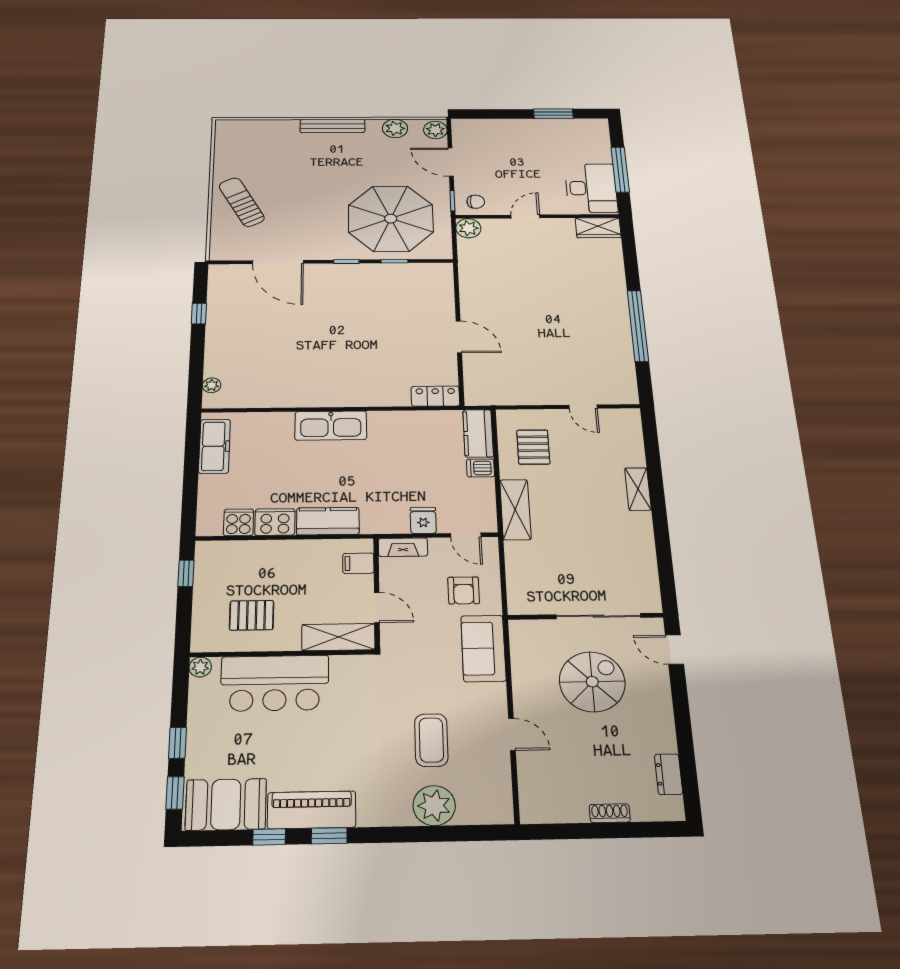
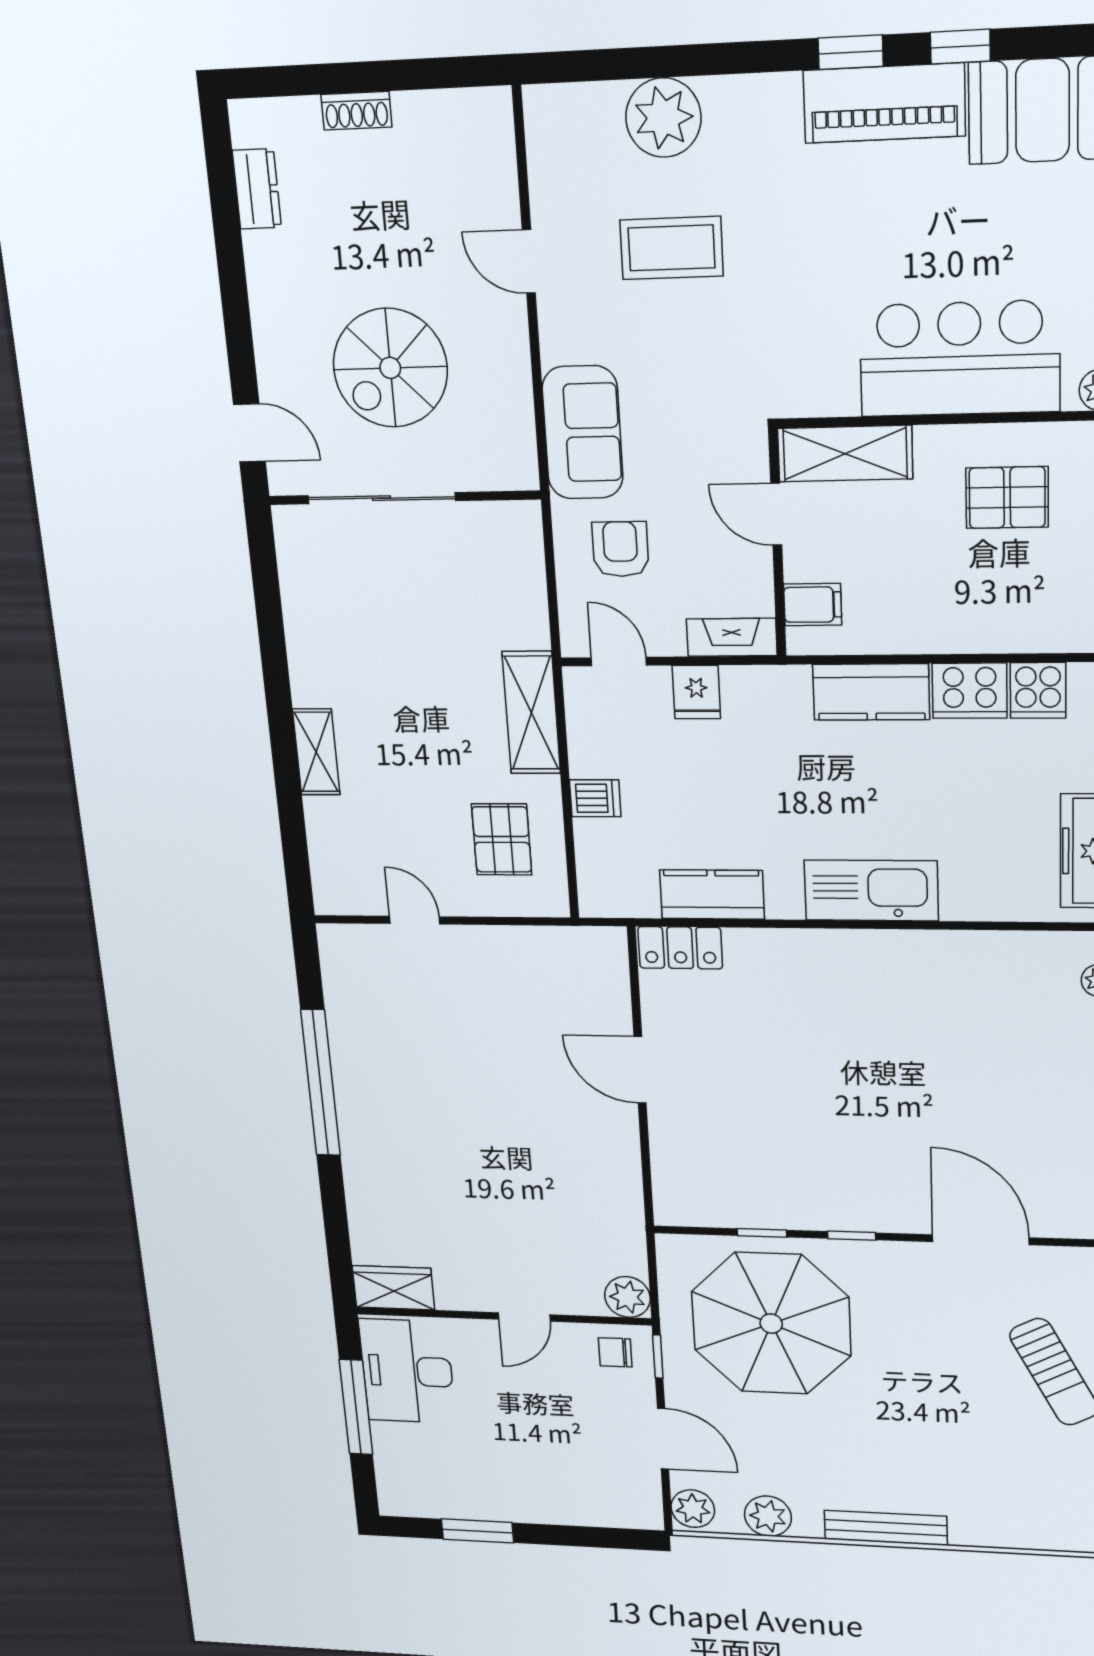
kitchen counter: (478, 433) -> (712, 895), moved, turned -90
coffee table: (431, 740) -> (672, 248), turned 90

